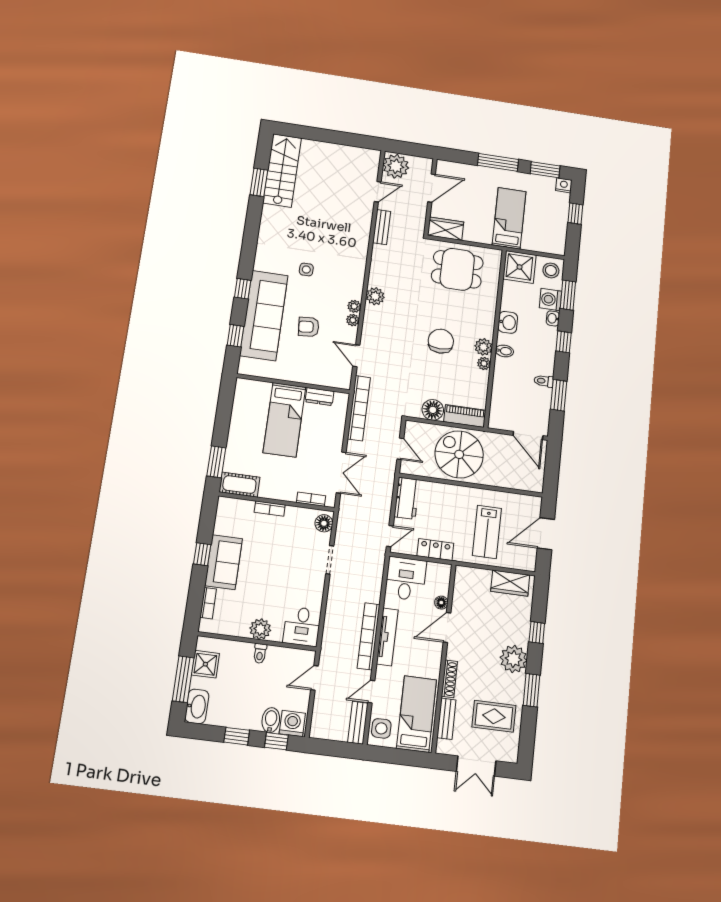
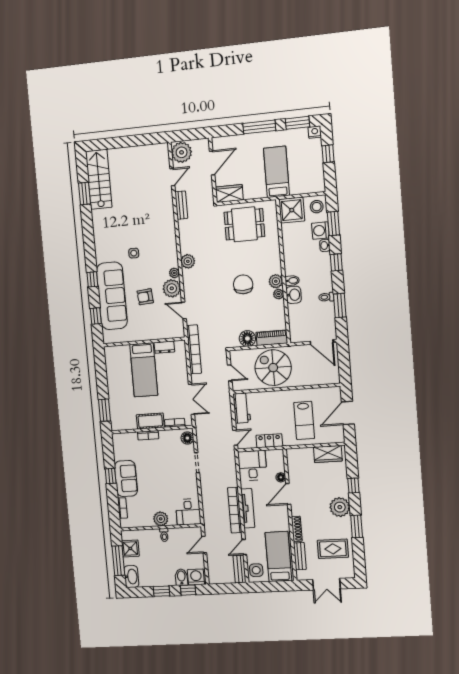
plant: (353, 320) -> (172, 288), width x1.87, depth x1.87
washbasin: (508, 322) -> (294, 295), moved
cot: (239, 485) -> (150, 421), moved

